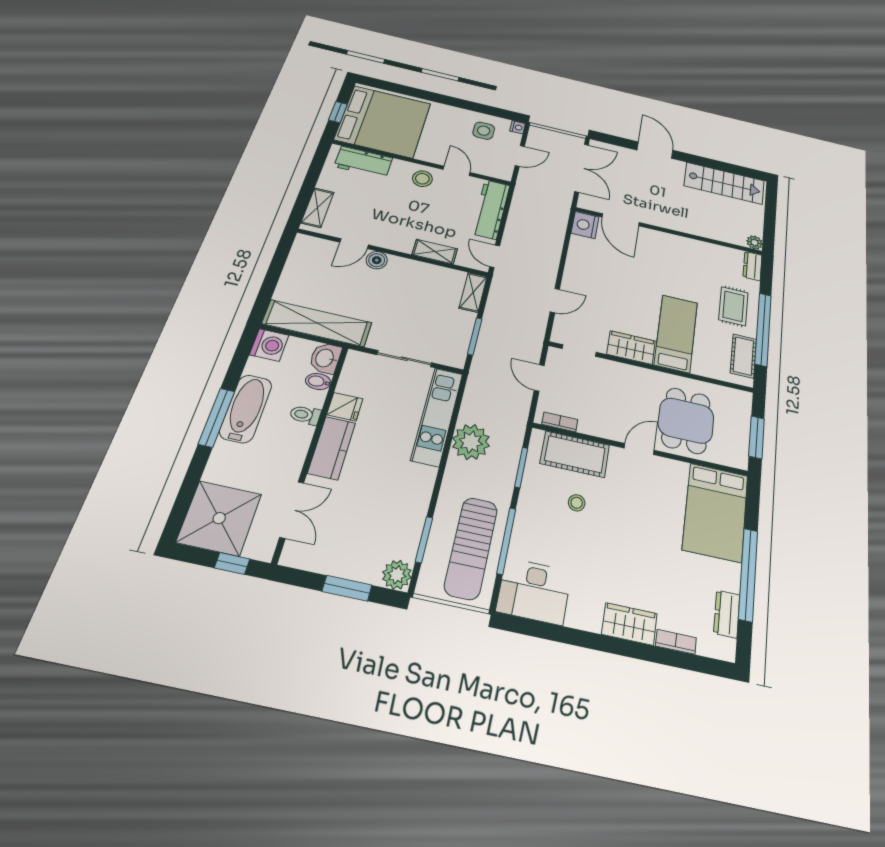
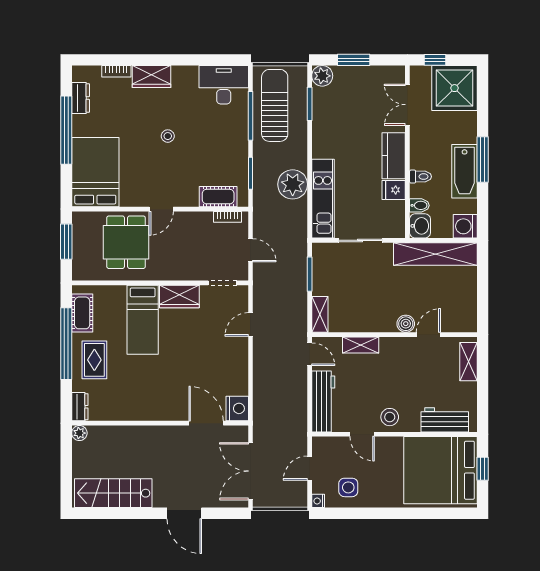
cot: (575, 454) -> (218, 197), width x0.73, depth x0.75
stool: (577, 503) -> (168, 136), moved

